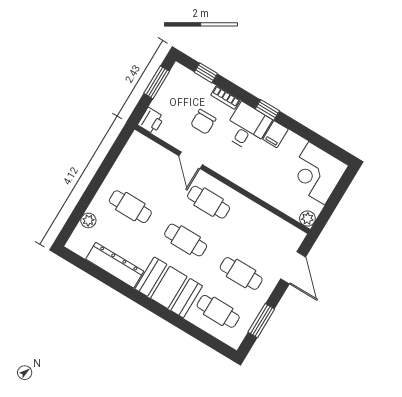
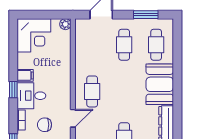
chair: (203, 122) -> (44, 125), turned 180
cafe table: (186, 240) -> (124, 91), removed

